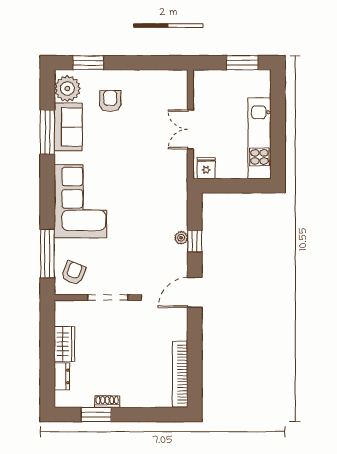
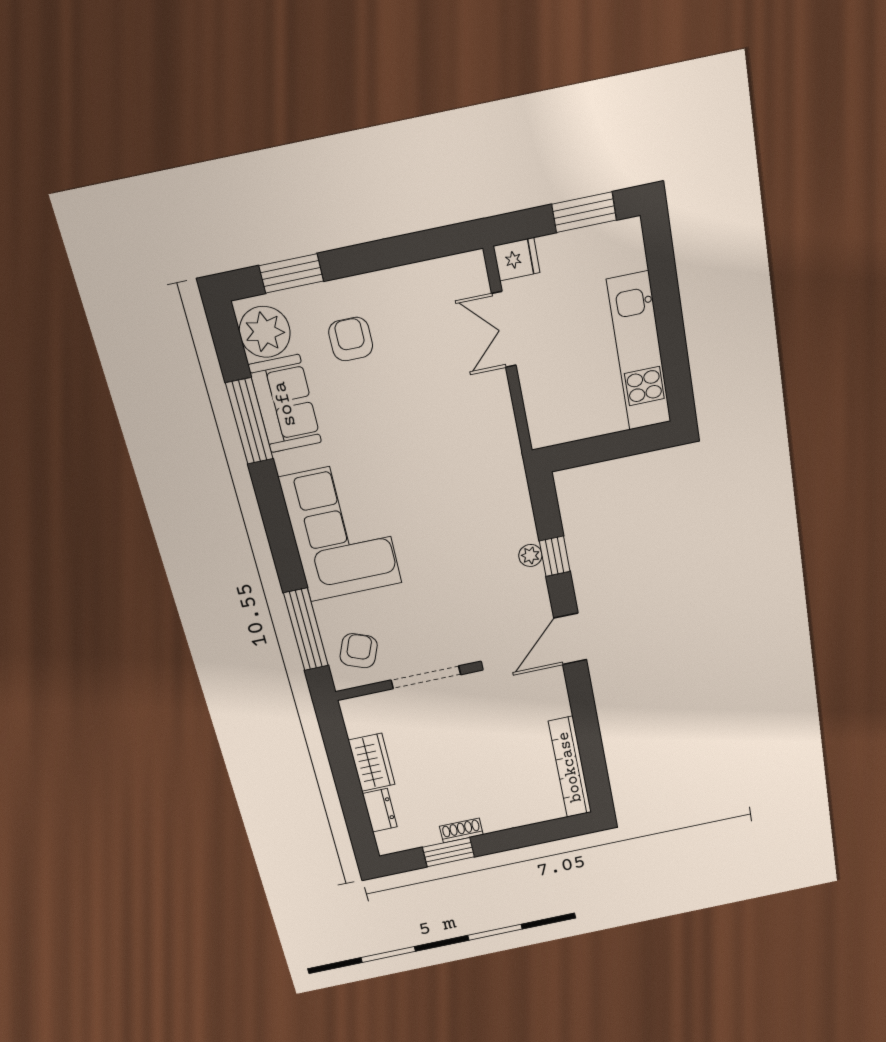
double door: (190, 129) -> (504, 330), moved
fridge: (206, 168) -> (517, 259), moved, turned 90

